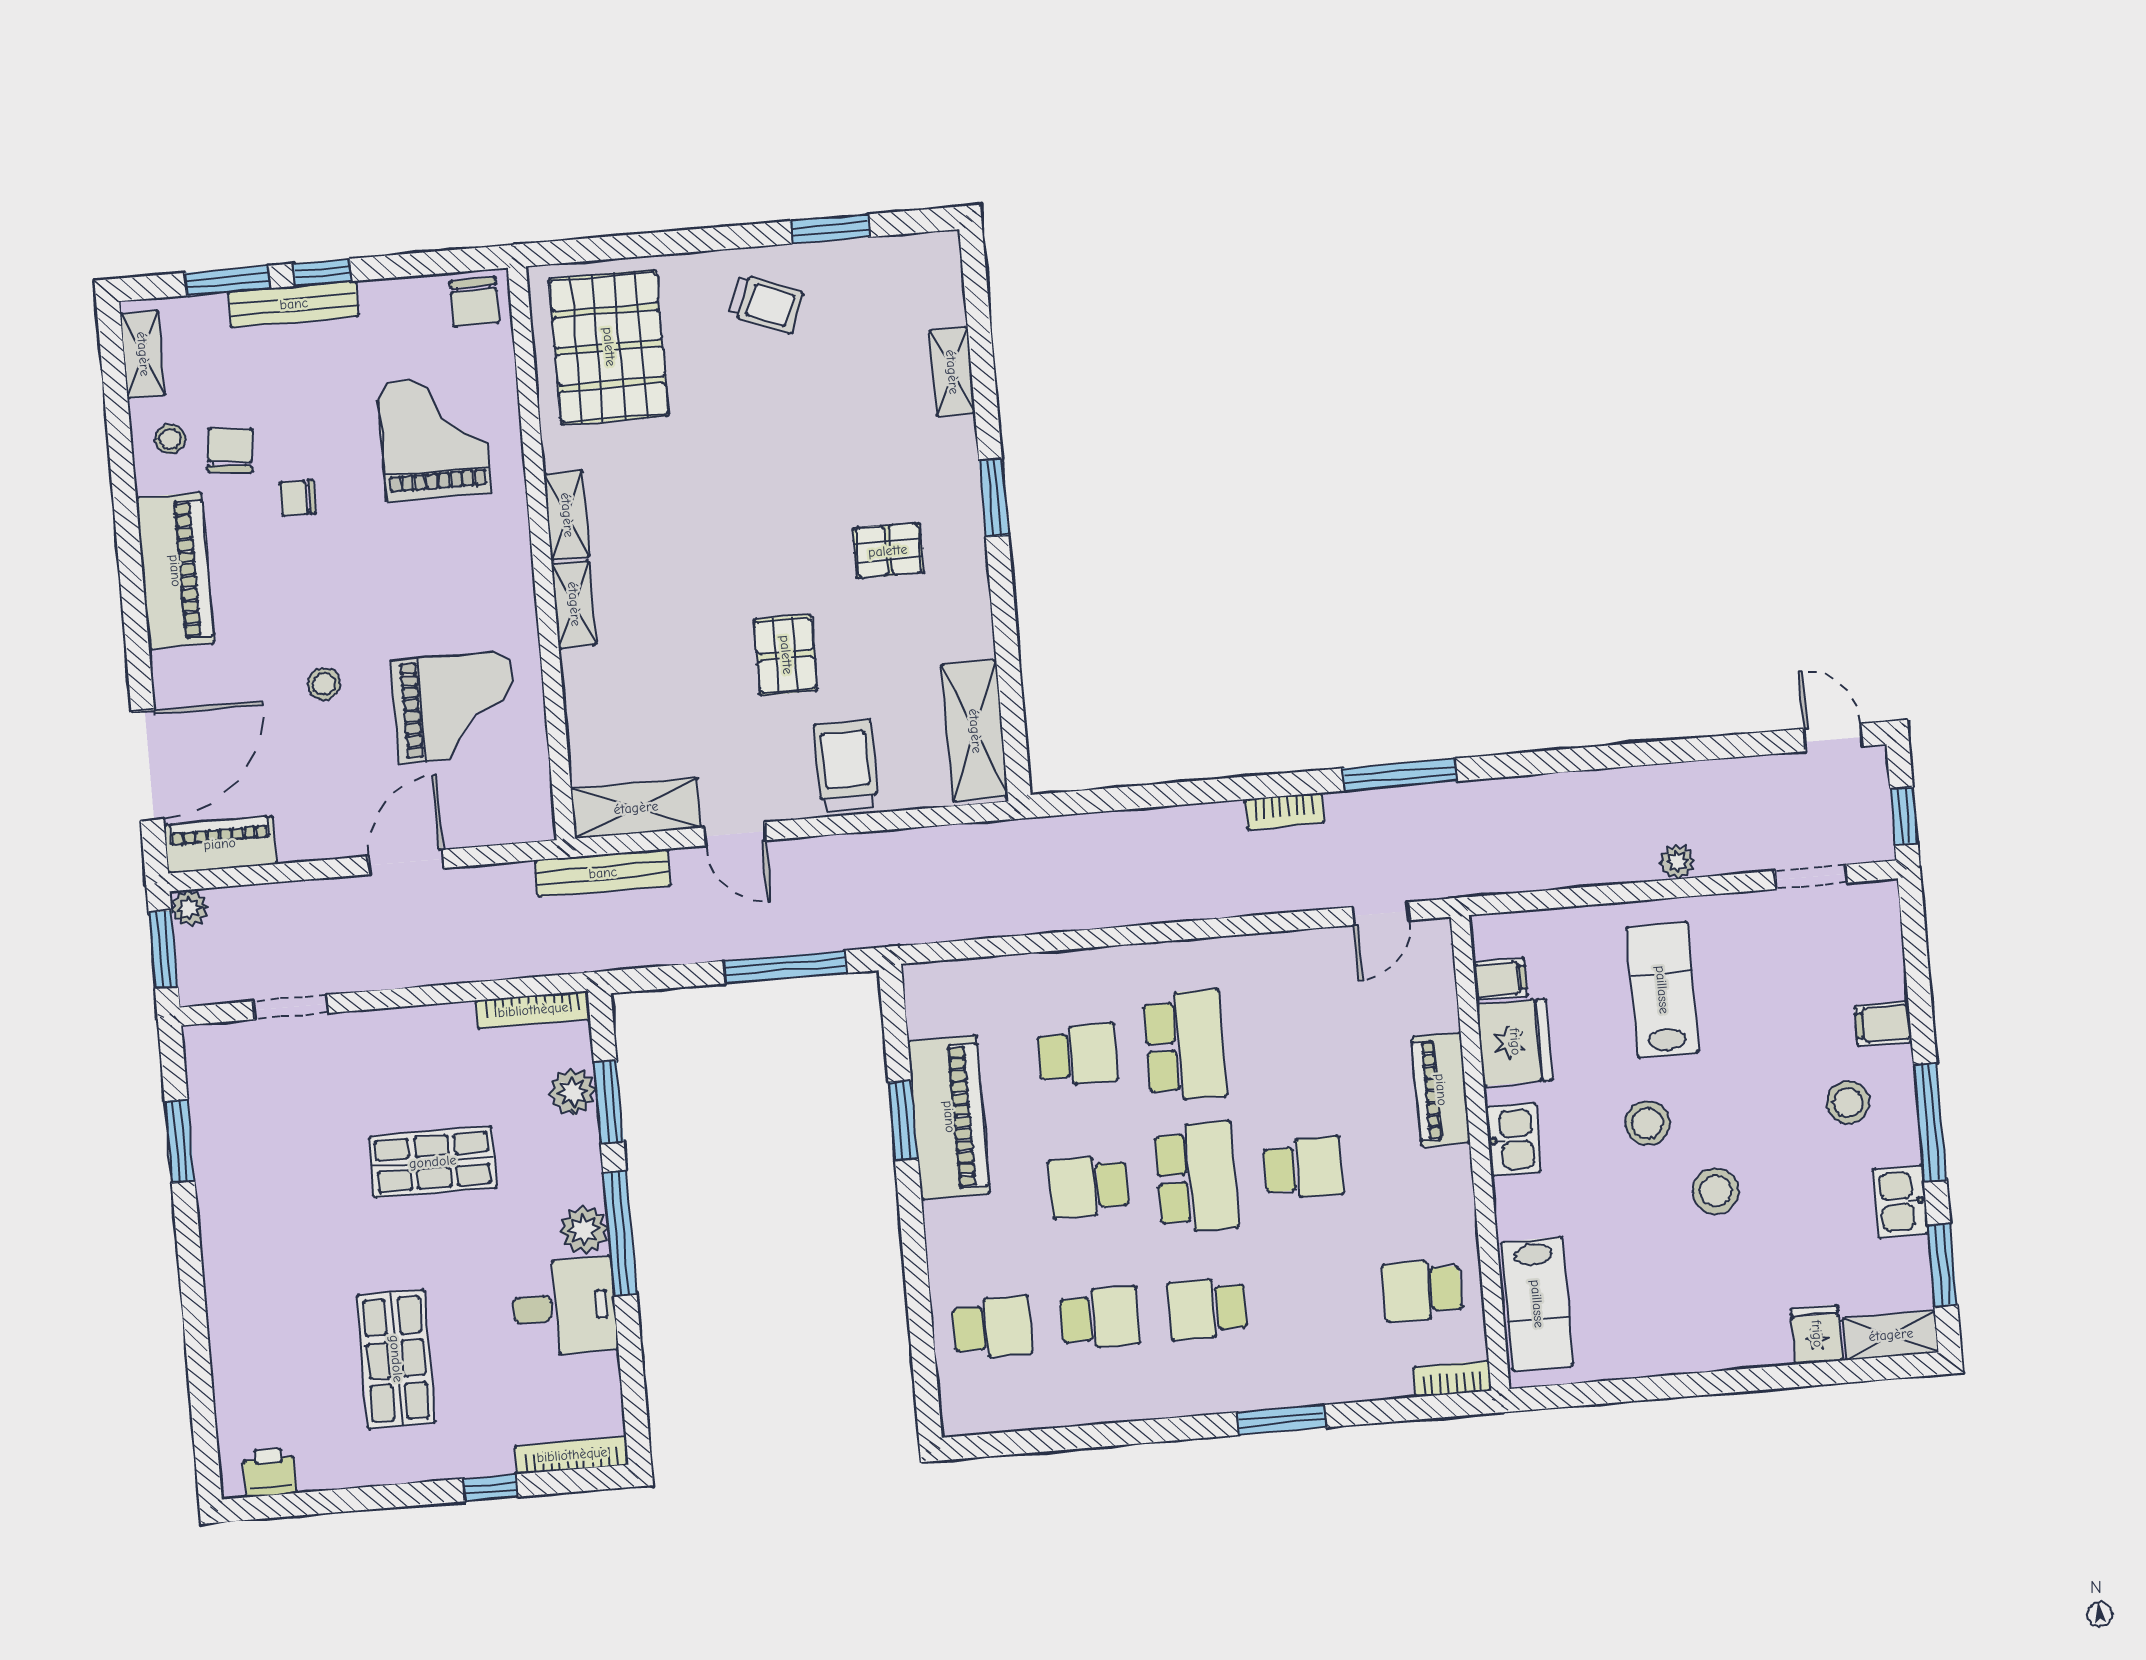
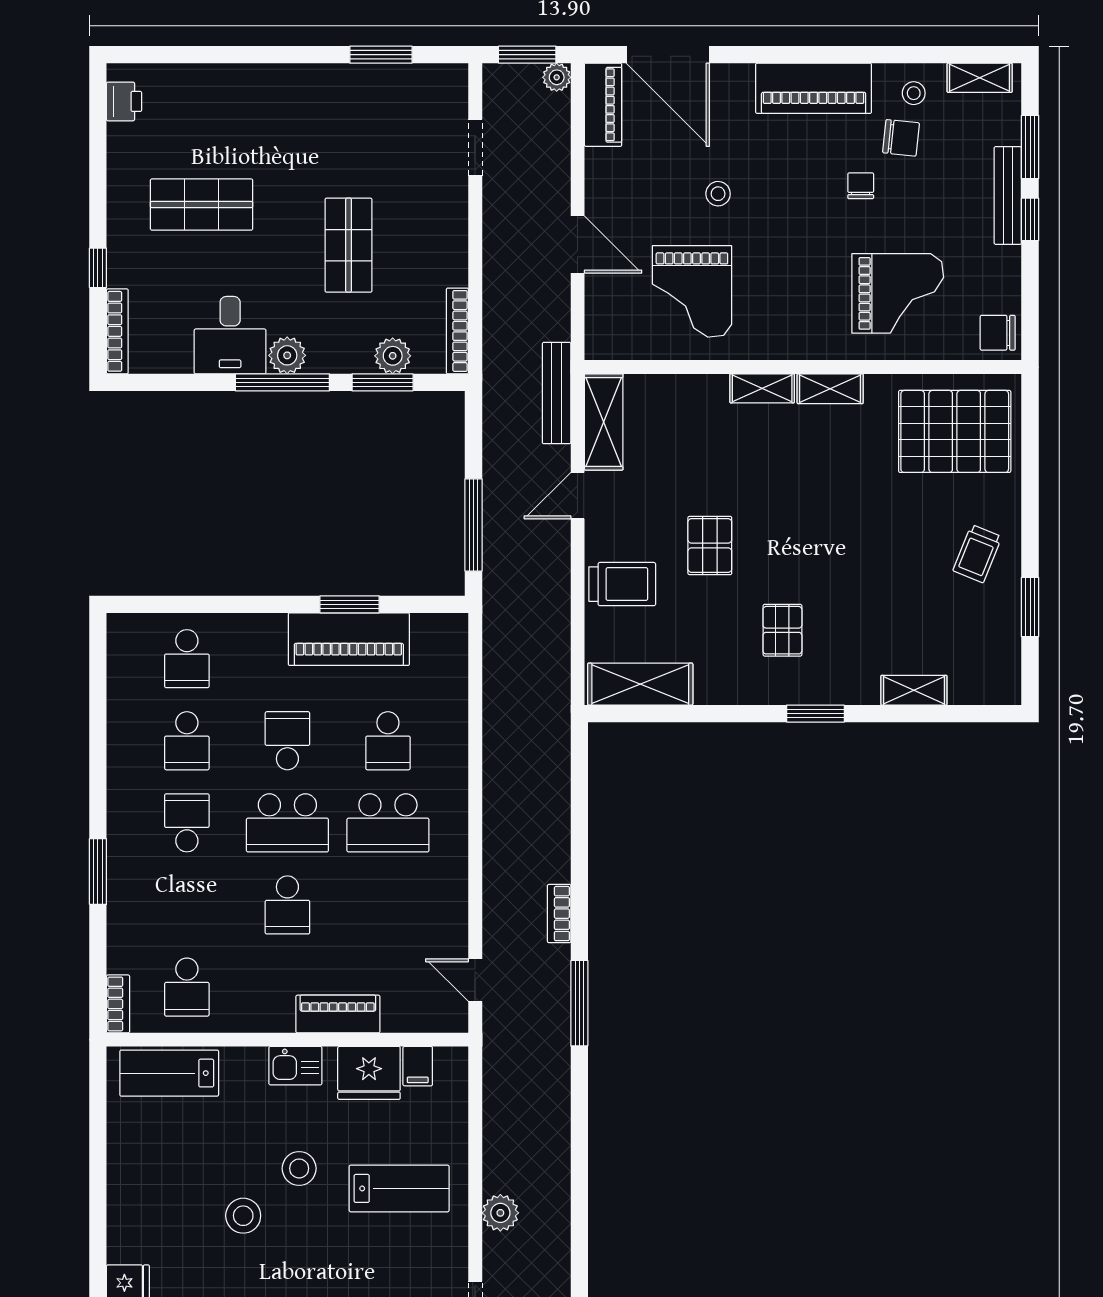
pallet: (786, 655) -> (710, 545), turned 90
plant: (1677, 862) -> (500, 1213), width x1.38, depth x1.38
school desk: (1423, 1290) -> (187, 987), turned 180

